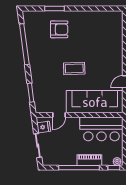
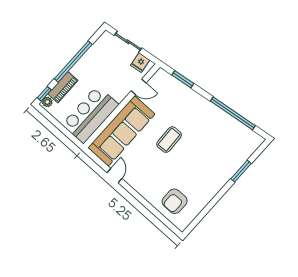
armchair: (59, 29) -> (175, 201), moved
door: (59, 115) -> (139, 87), swing flipped
piano: (89, 160) -> (63, 87), moved

